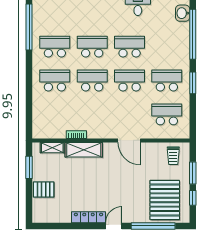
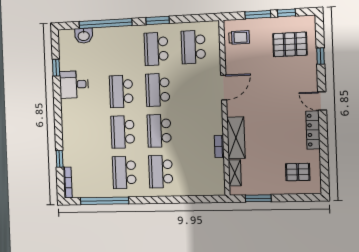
pallet: (44, 189) -> (298, 172), moved, turned 90
pallet: (165, 200) -> (290, 44), width x0.73, depth x0.71
window: (153, 226) -> (321, 56), width x0.32

